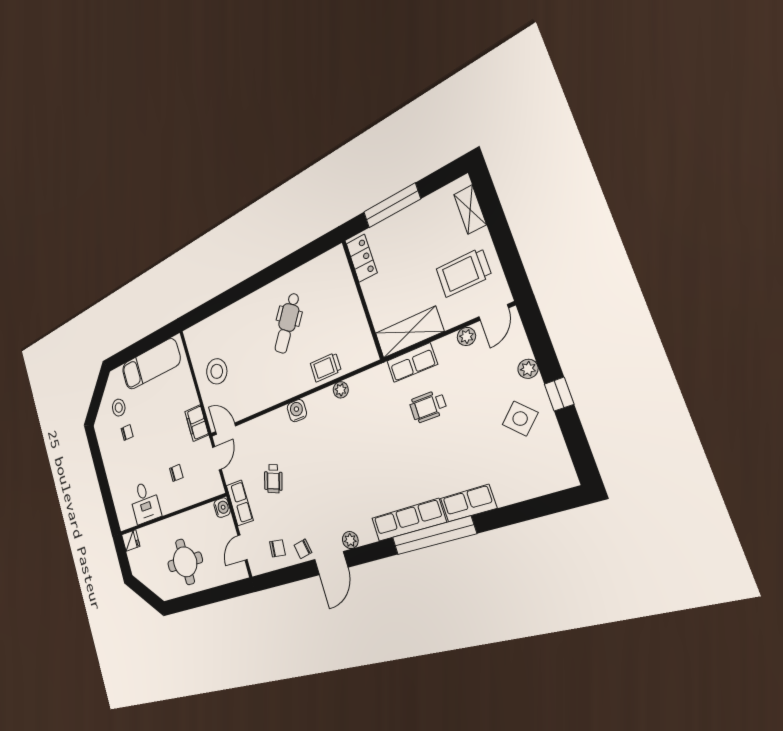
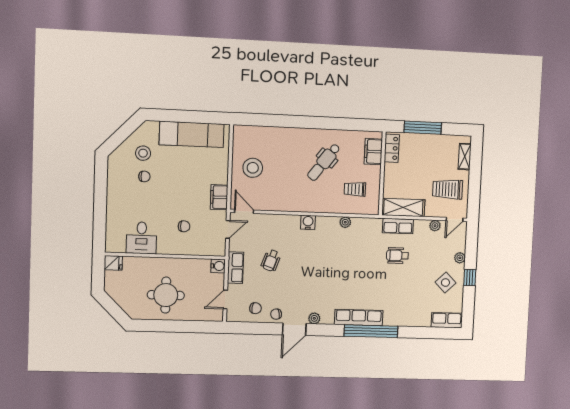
filing cabinet: (340, 276) -> (373, 152), added
trolley: (326, 367) -> (355, 189), moved
row of seats: (468, 503) -> (447, 320), moved

